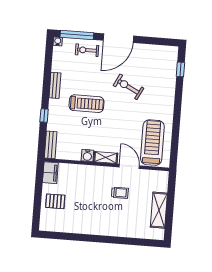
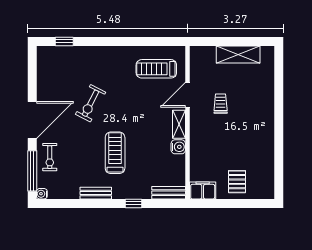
door: (118, 38) -> (32, 120), hinge flipped
treadmill: (152, 143) -> (156, 69), width x0.73, depth x0.73

